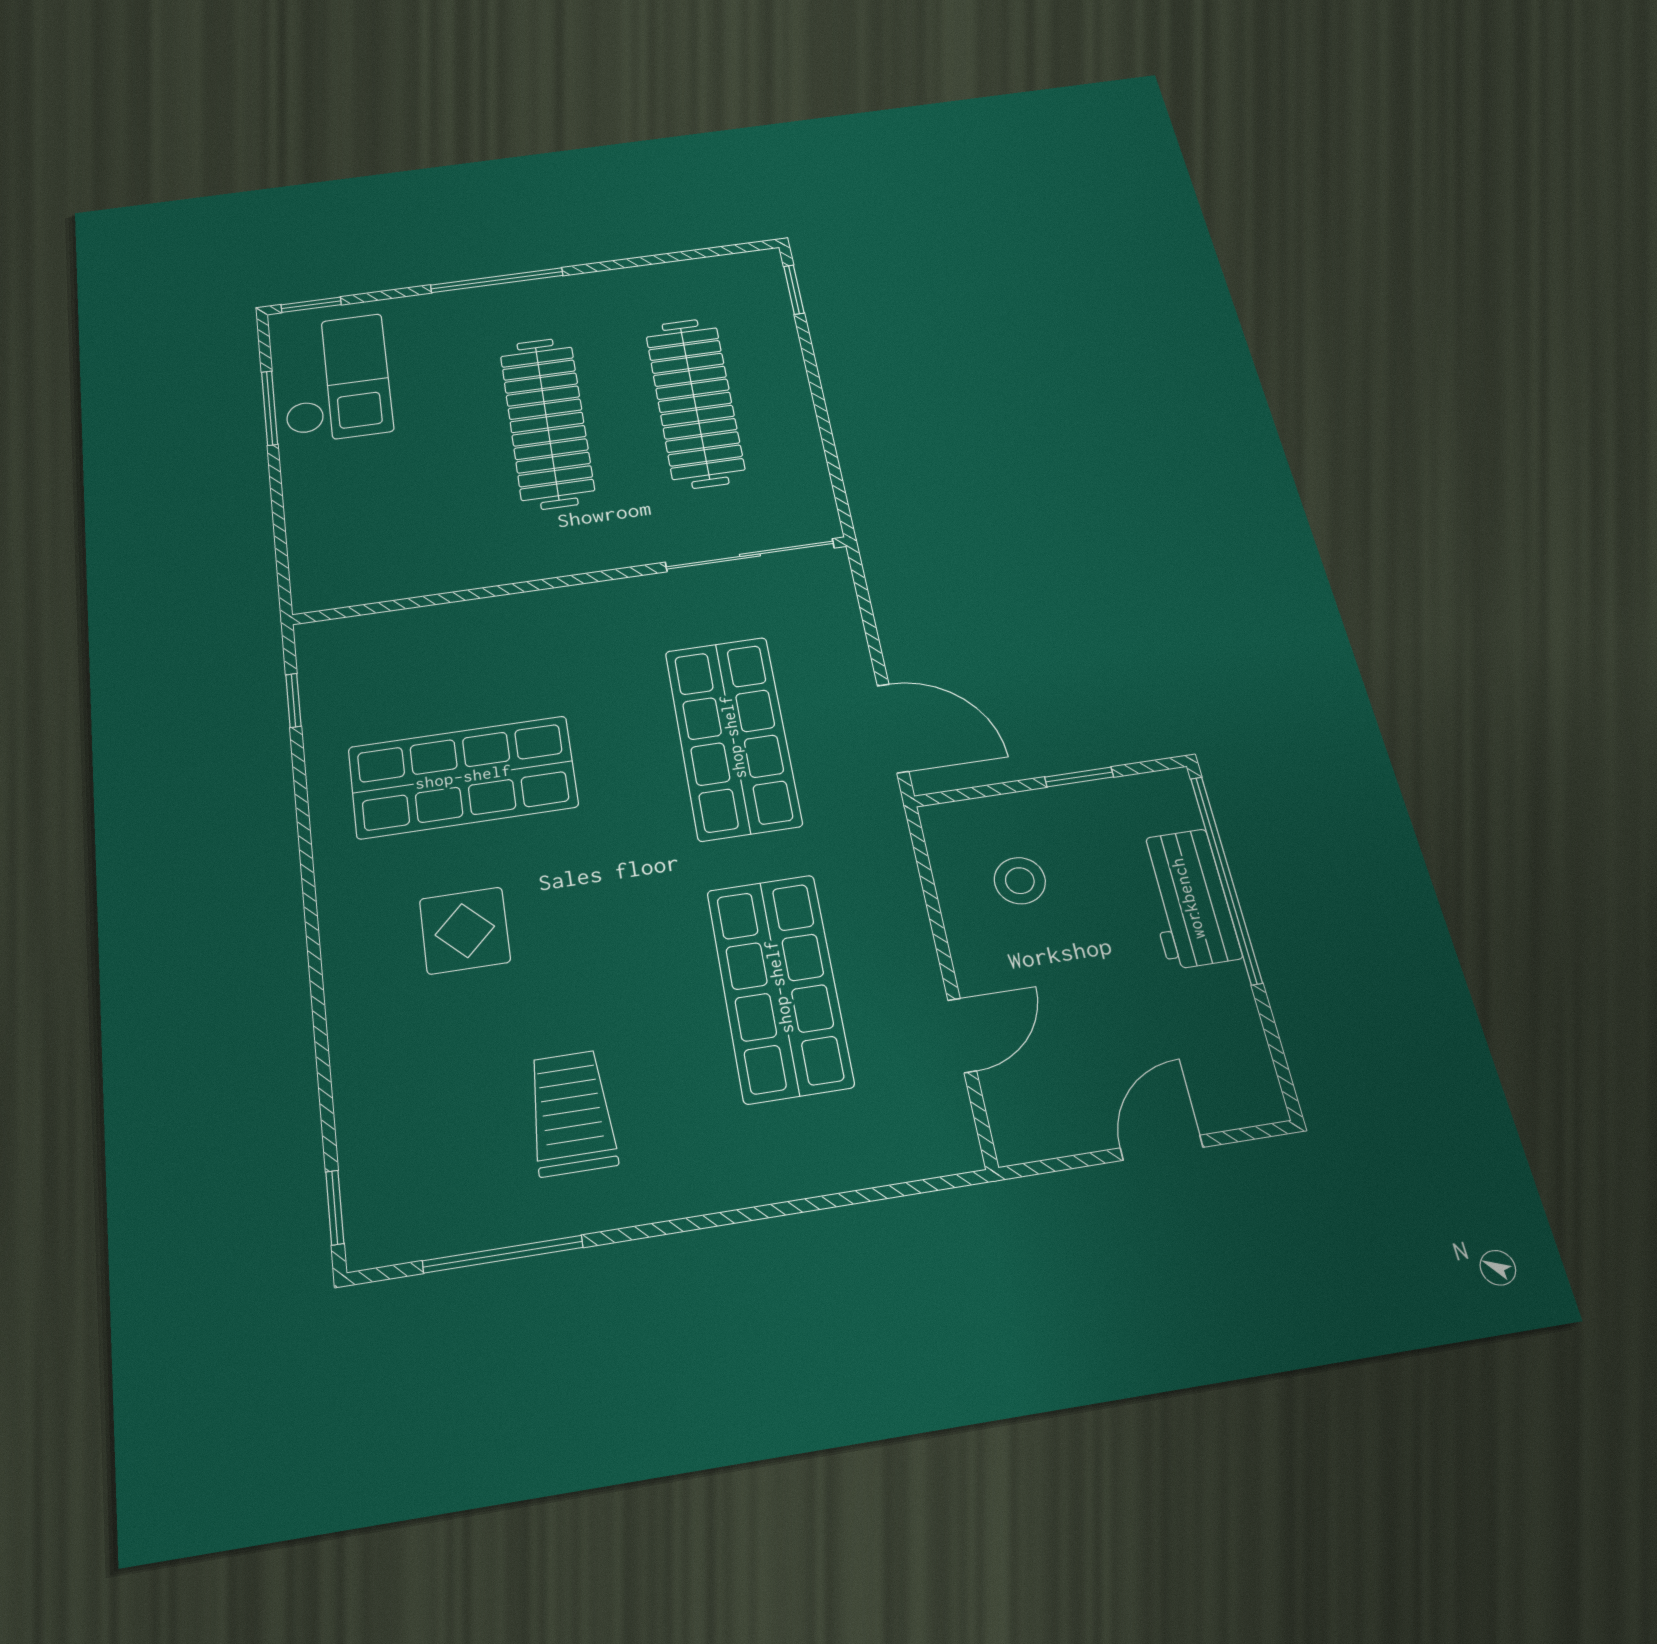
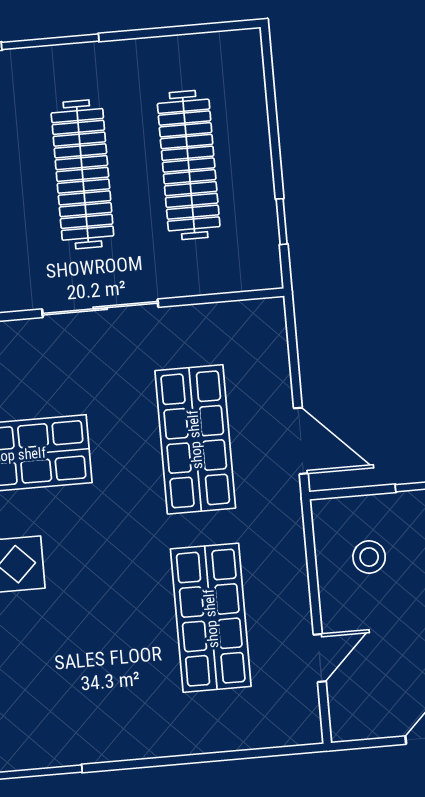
window: (794, 290) -> (282, 222), moved
sliding door: (750, 555) -> (100, 308), moved
trolley: (571, 1113) -> (79, 689), removed

